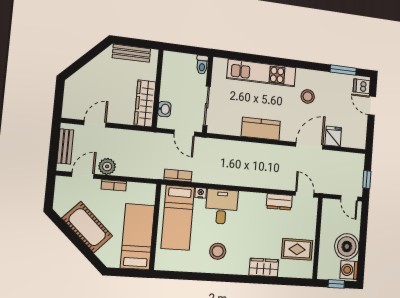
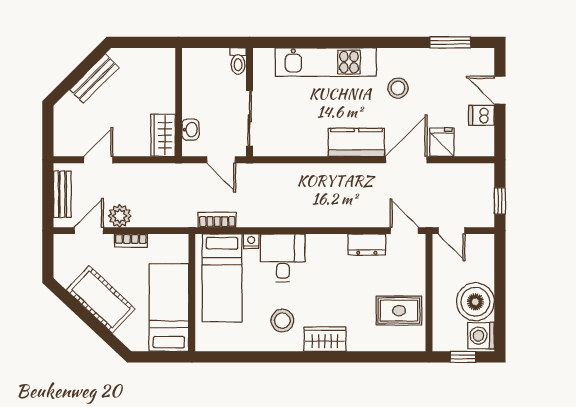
bench: (131, 53) -> (94, 78), moved, turned -45
dishwasher: (362, 86) -> (481, 115), moved
wardrobe: (145, 103) -> (163, 135), width x0.67
kitchen counter: (261, 129) -> (356, 142), moved
door: (349, 198) -> (451, 231), moved
wardrobe: (264, 267) -> (325, 339), moved

